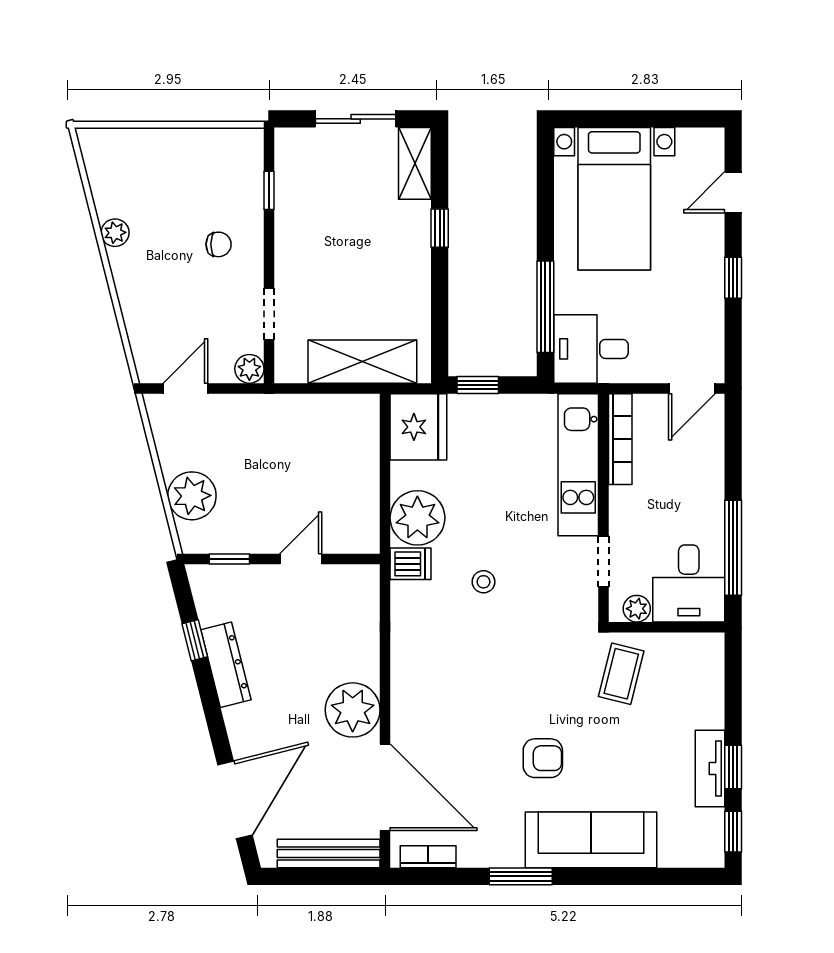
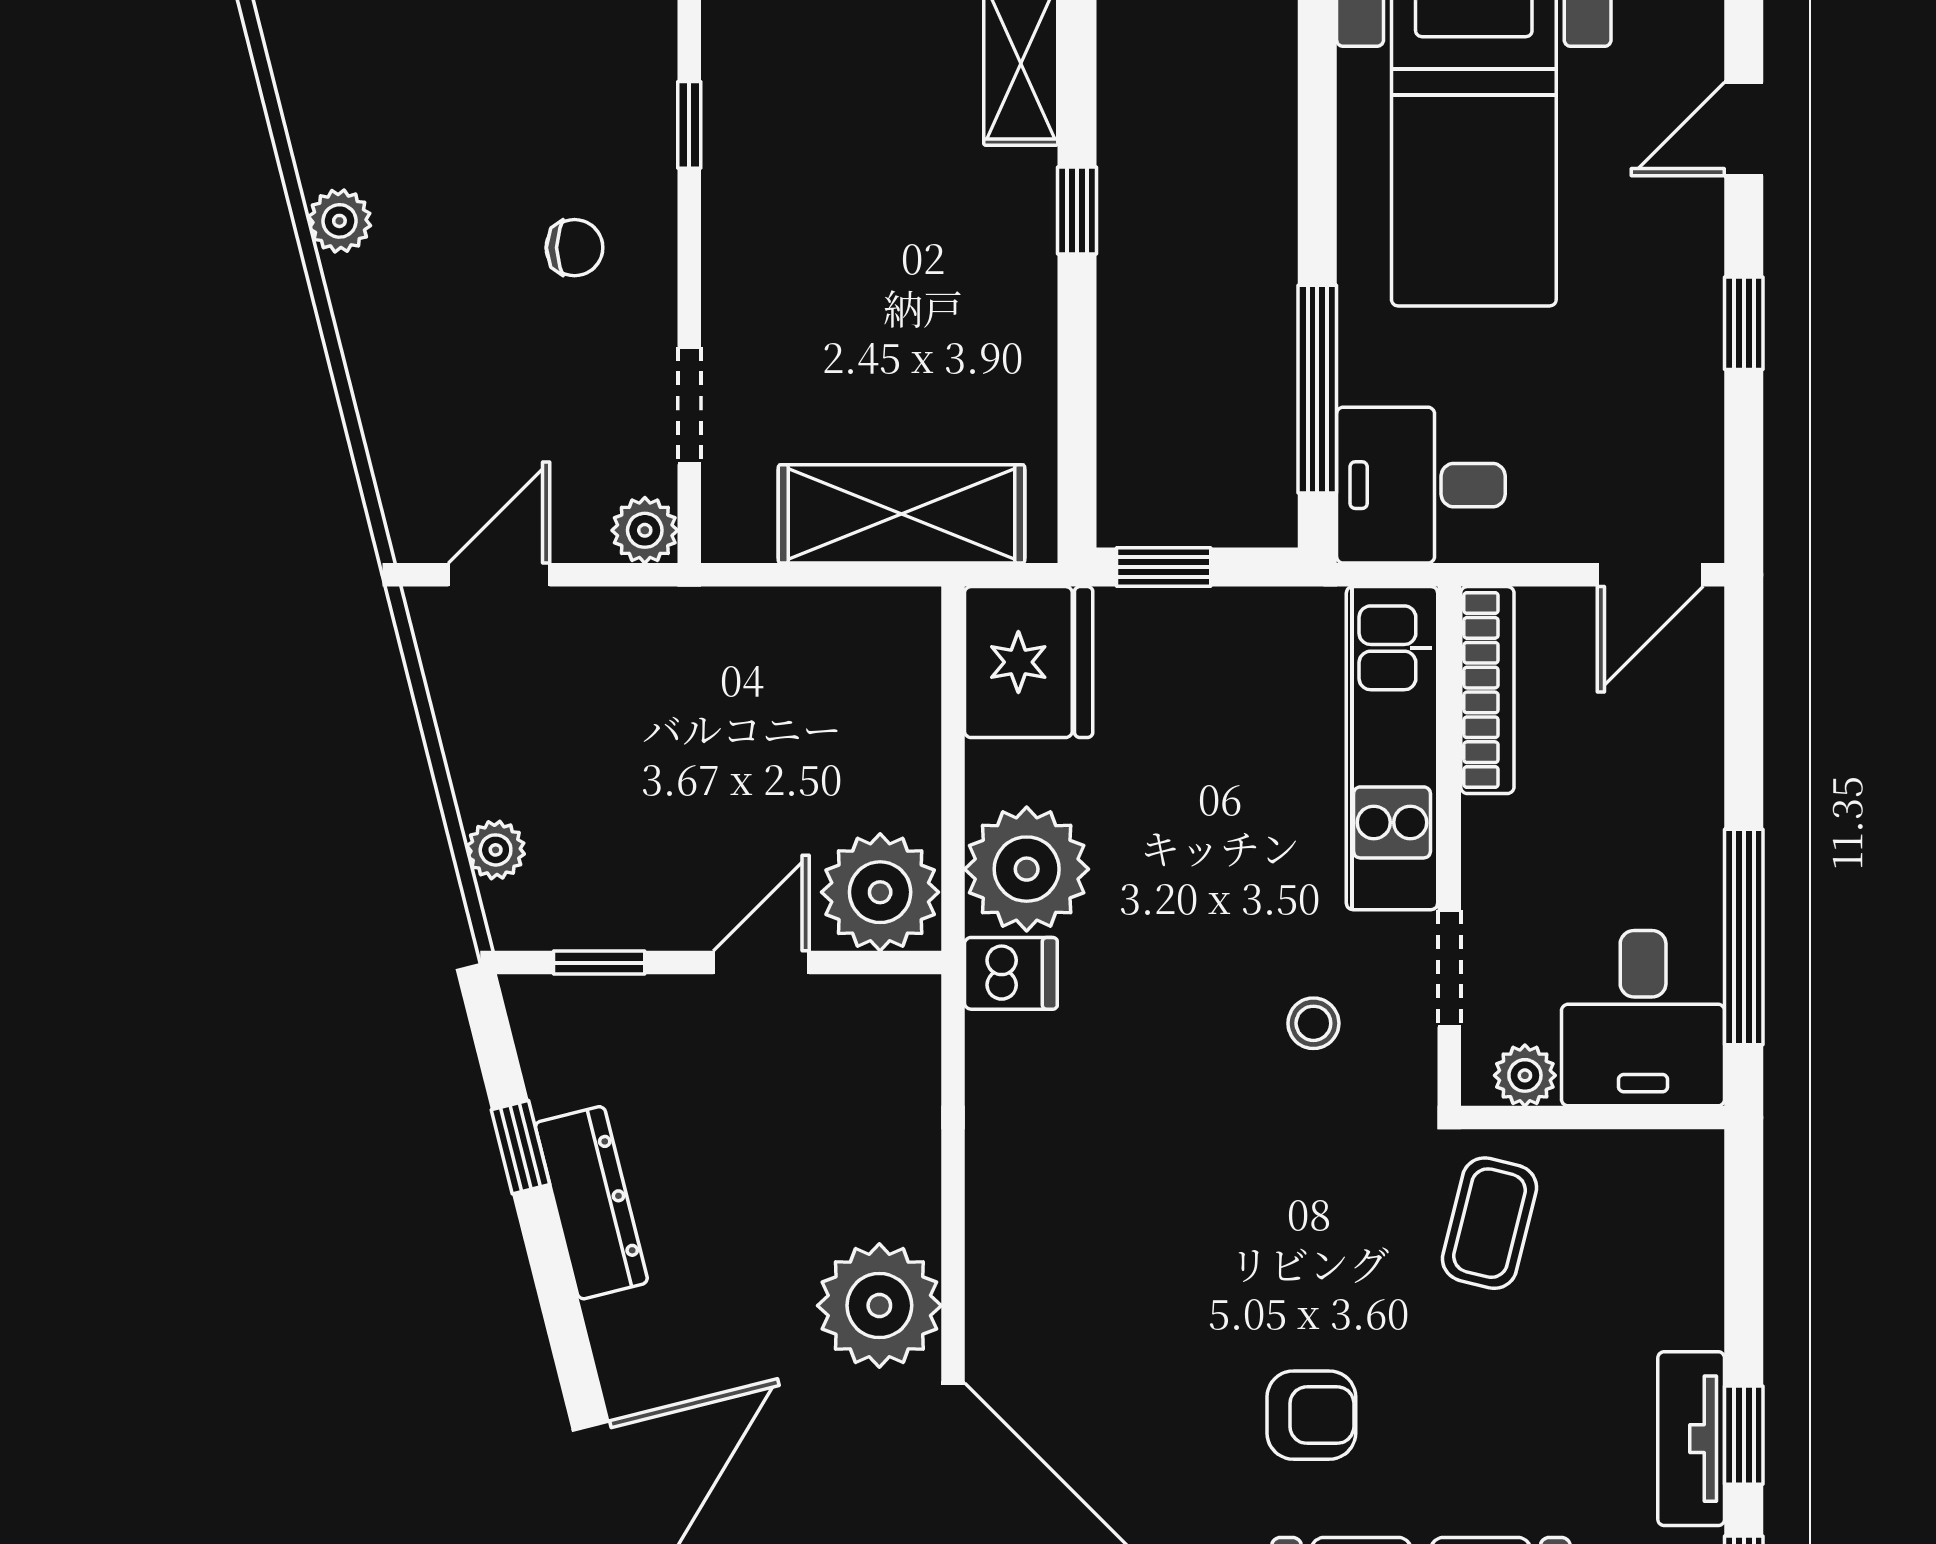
plant: (192, 496) -> (496, 850), width x0.53, depth x0.53
plant: (353, 528) -> (880, 892), added
stool: (484, 582) -> (1313, 1023), moved

